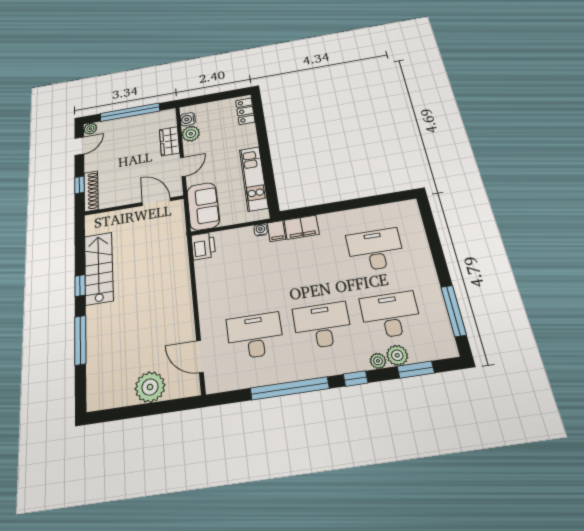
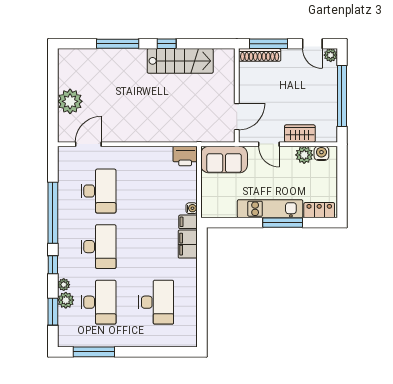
window: (263, 141) -> (283, 223), added
kitchen unit: (254, 179) -> (270, 209), moved
window: (79, 185) -> (268, 44), width x2.17

